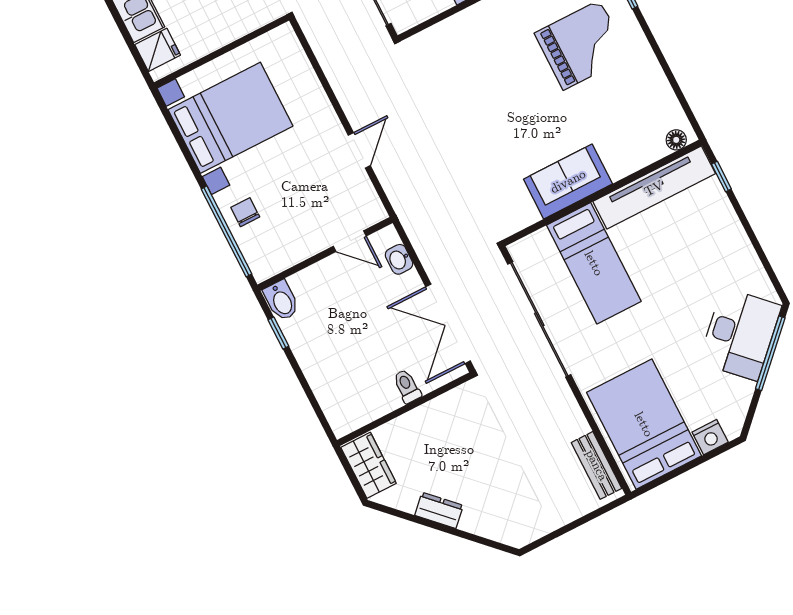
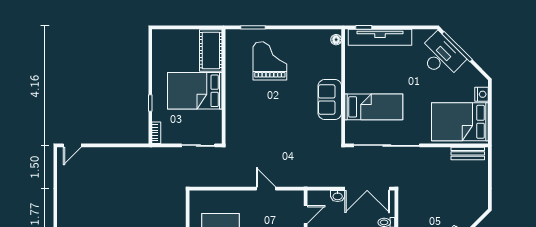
tv unit: (654, 188) -> (380, 37), moved, turned 90
washbasin: (399, 259) -> (338, 196), moved

